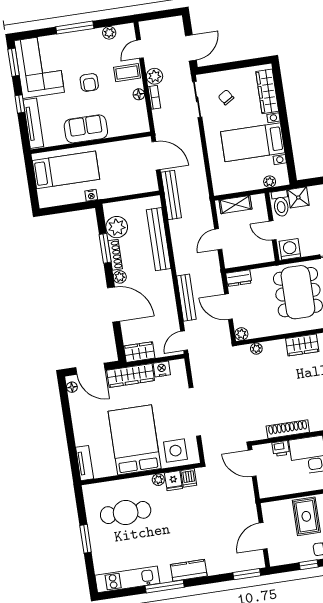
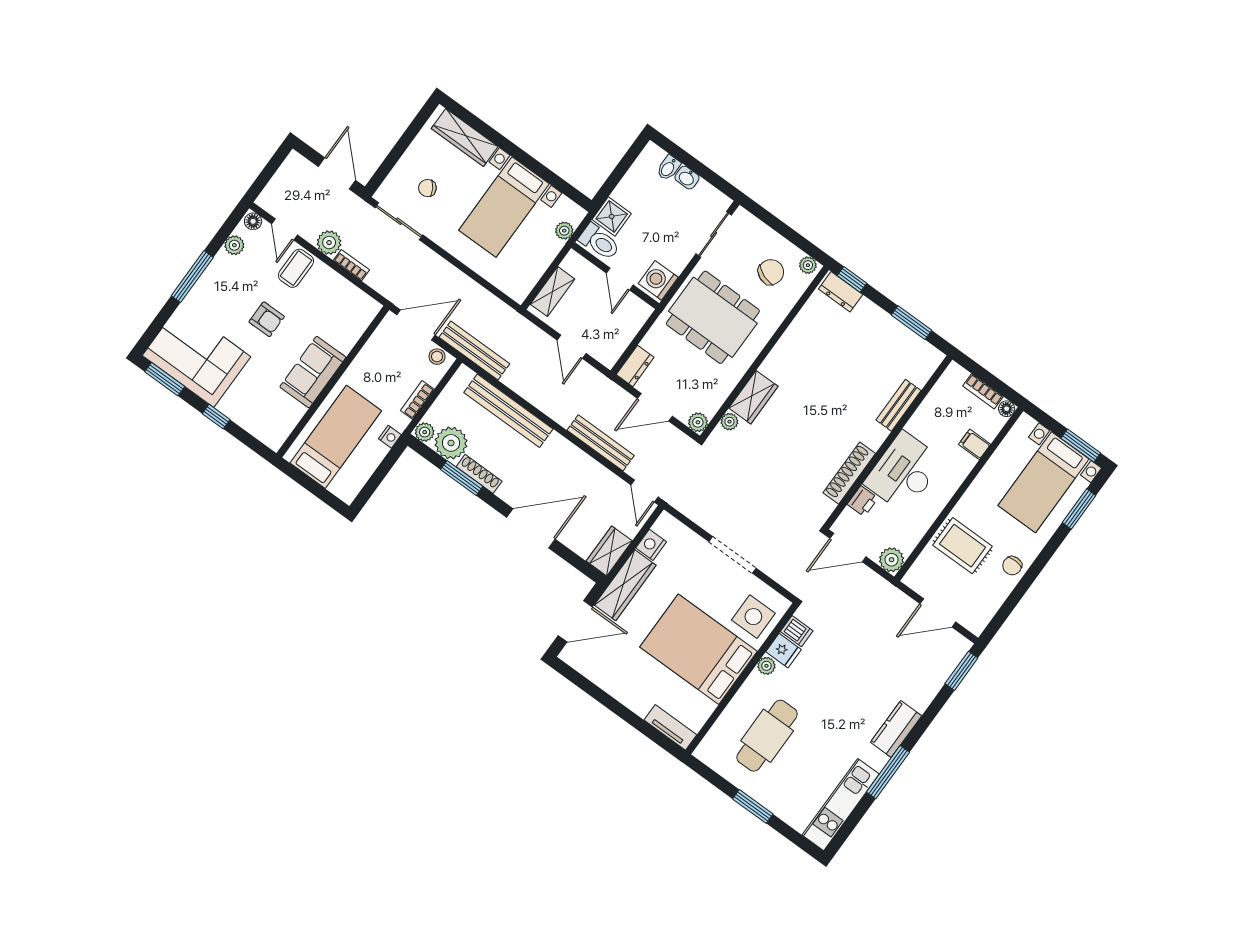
floor lamp: (139, 94) -> (253, 221), moved
tv unit: (33, 123) -> (251, 422), removed
stool: (151, 180) -> (437, 357), added
bookcase: (121, 191) -> (417, 400), added
door: (273, 230) -> (620, 279), hinge flipped
plant: (120, 277) -> (425, 432), moved
wardrobe: (302, 345) -> (753, 397), moved
floor lamp: (72, 387) -> (576, 661), removed
doorway: (195, 412) -> (732, 555), width x0.73
plant: (267, 489) -> (892, 560), added
door: (263, 536) -> (938, 613), hinge flipped
window: (309, 565) -> (1017, 594), removed

